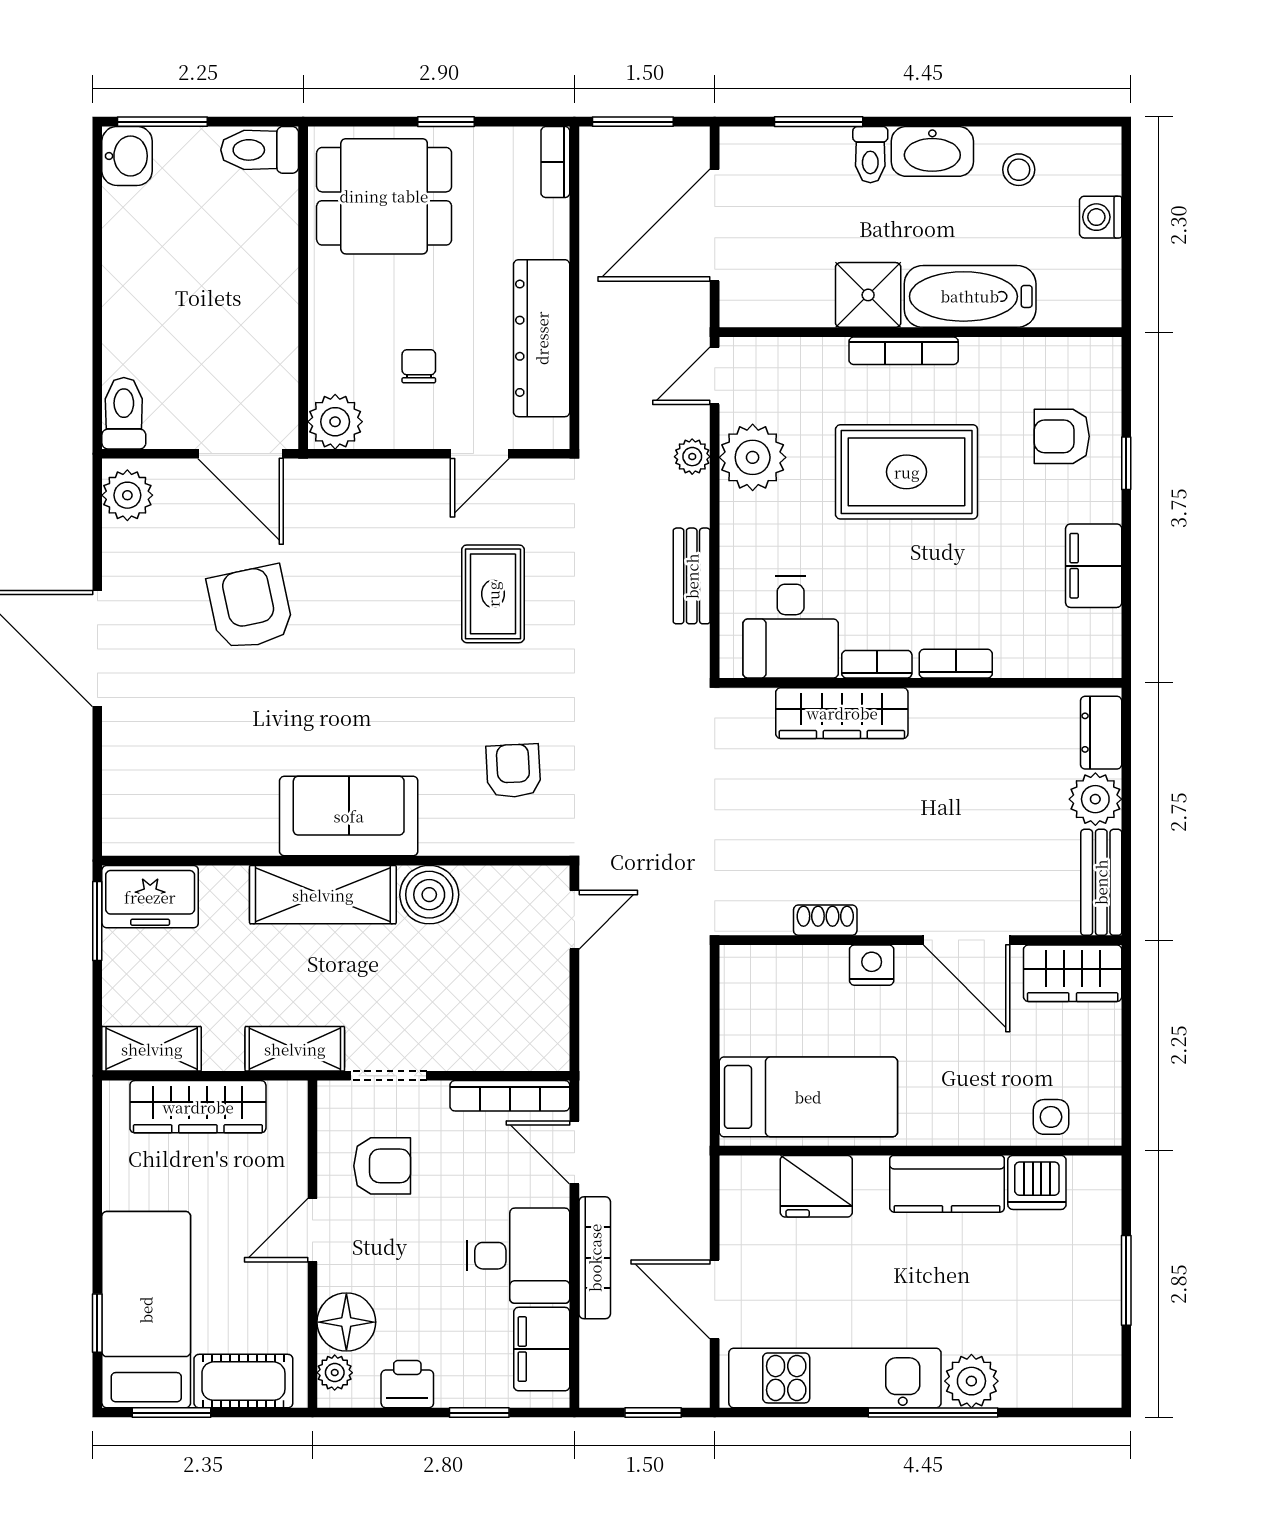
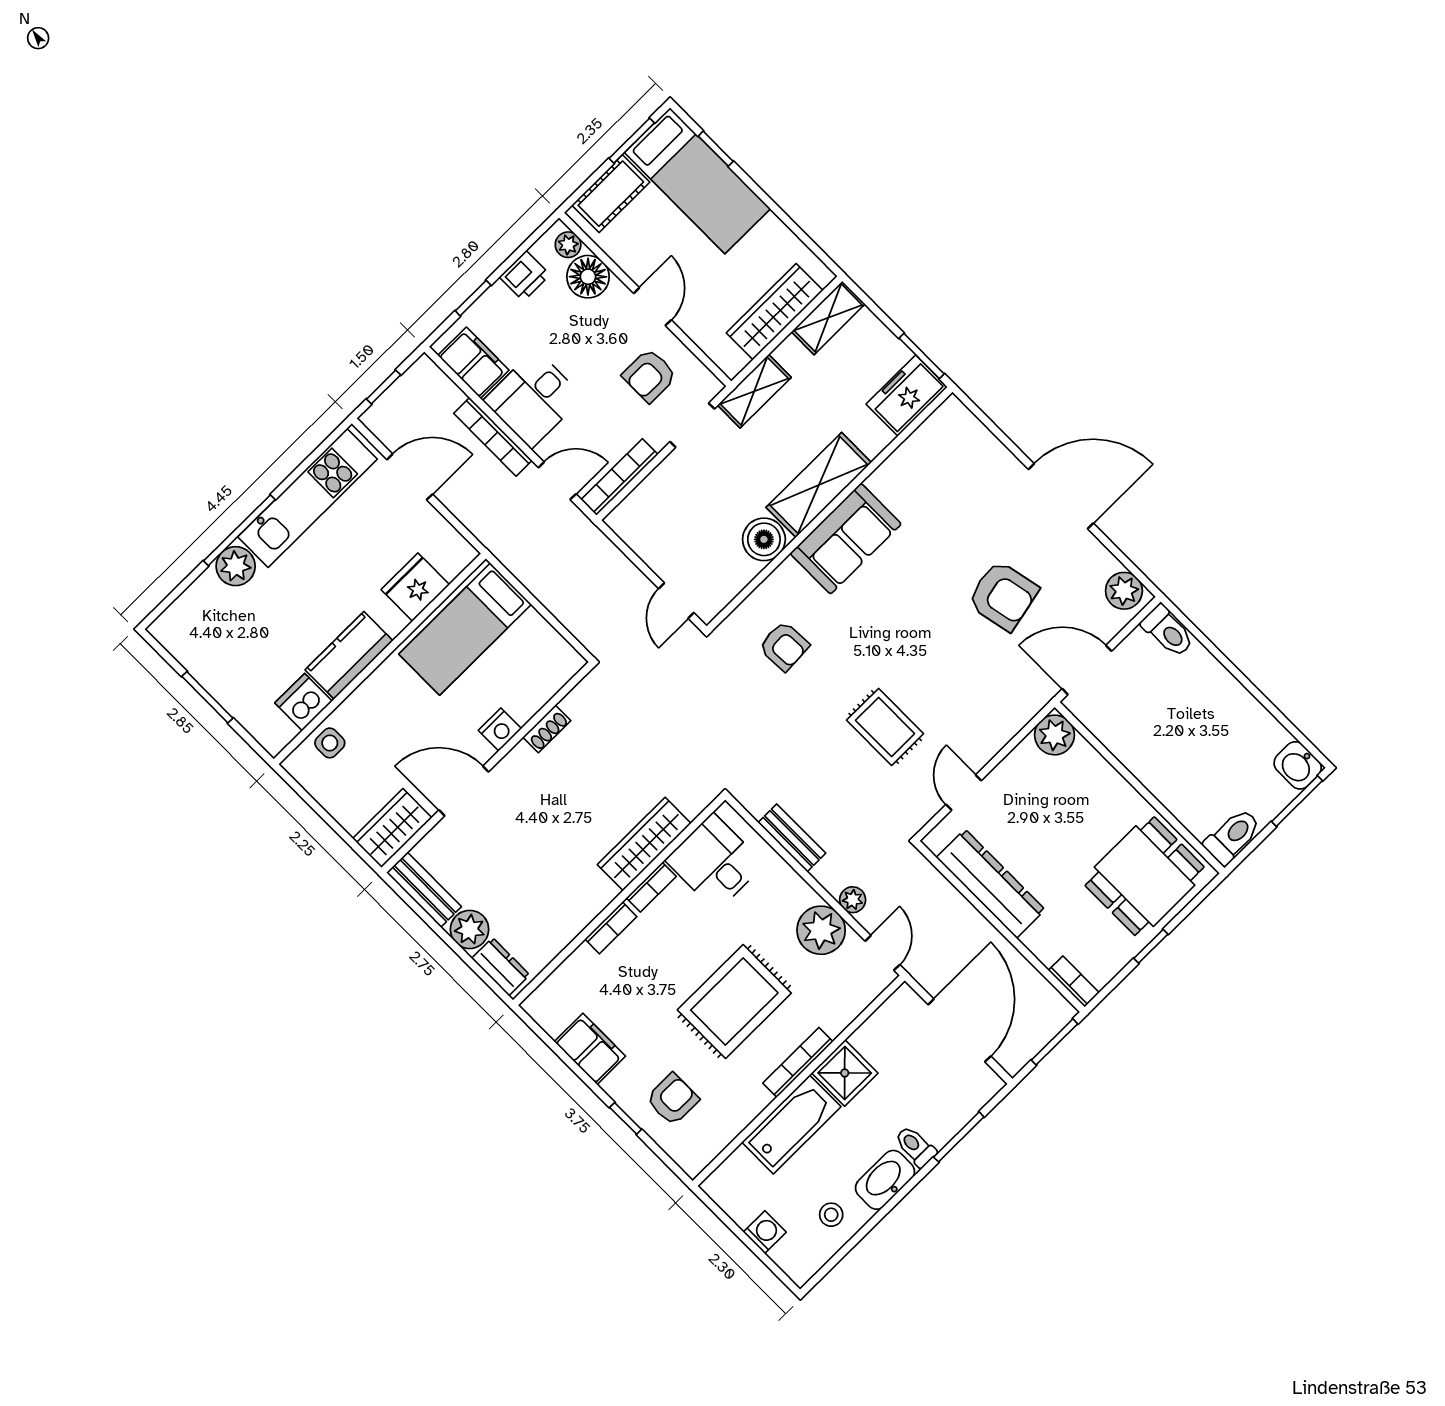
chair: (419, 366) -> (1040, 806), removed

